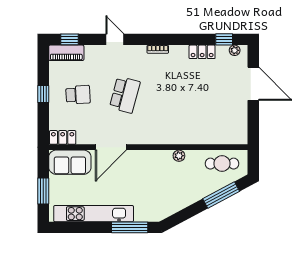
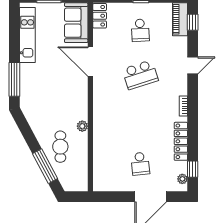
locker: (202, 52) -> (181, 141), width x1.53
school desk: (125, 95) -> (140, 75), turned -33
school desk: (219, 95) -> (140, 164), added
cafe table: (222, 164) -> (60, 147), moved
kitchen unit: (94, 214) -> (27, 35), width x0.73

